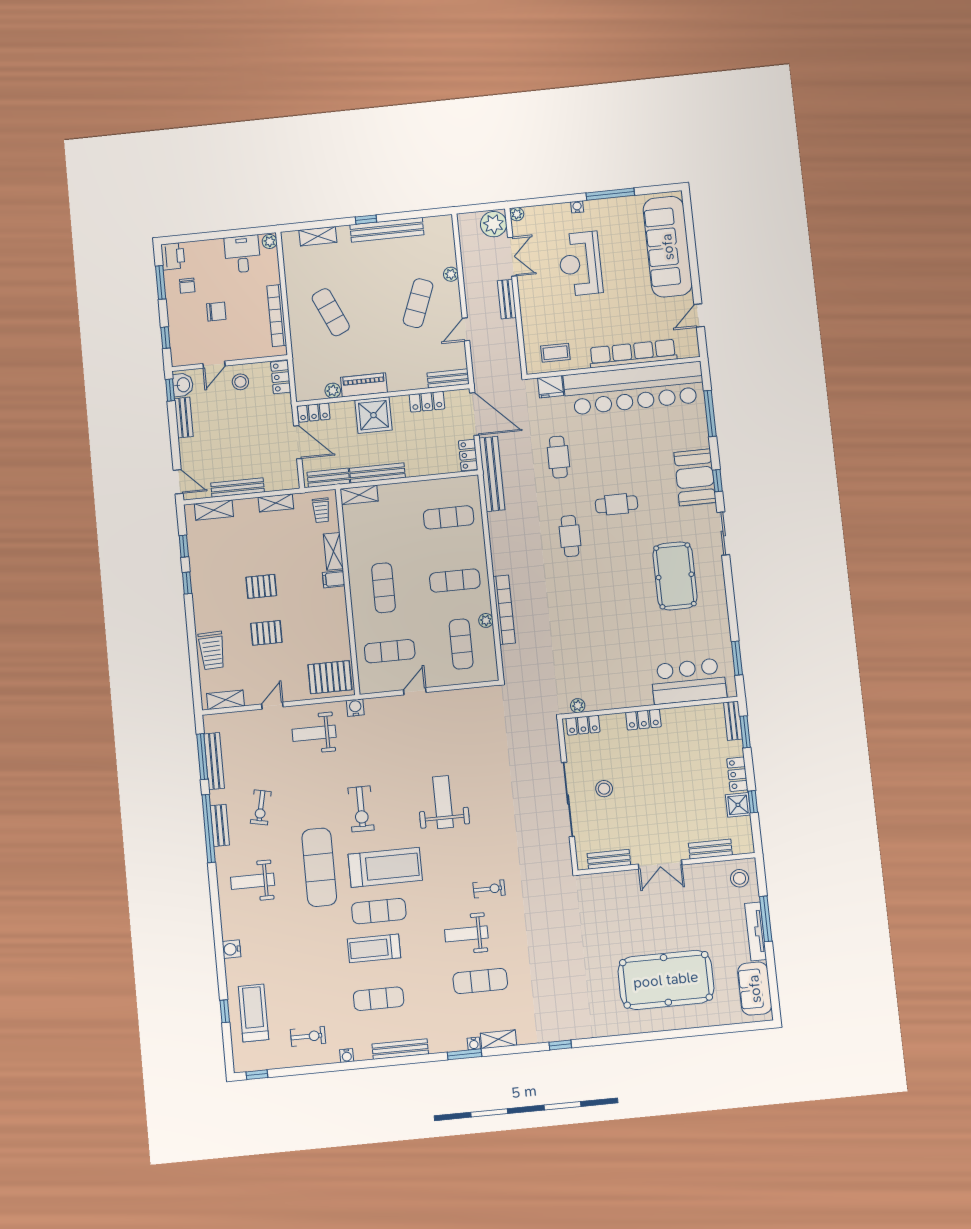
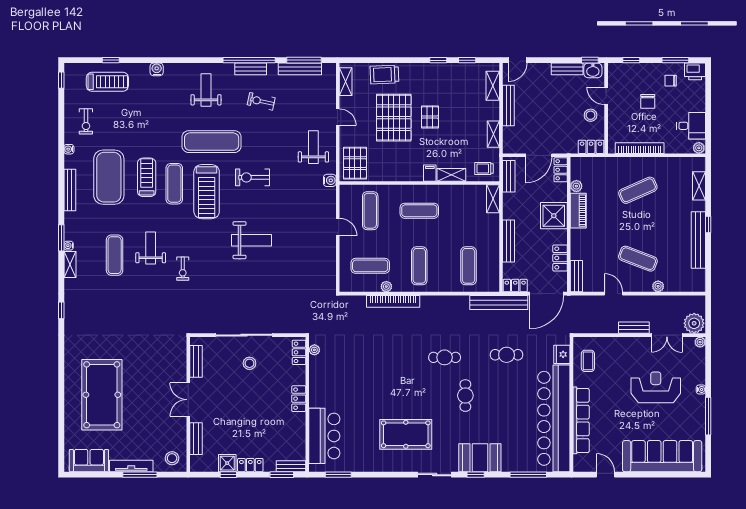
bench: (377, 473) -> (509, 241), moved
pallet: (266, 633) -> (394, 118), width x2.05, depth x2.00
exercise mat: (379, 999) -> (109, 177), width x2.00, depth x1.45

